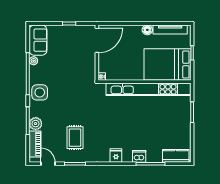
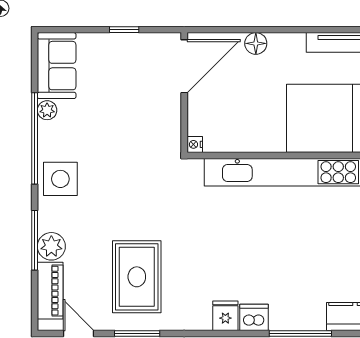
floor lamp: (147, 30) -> (256, 43), moved
rug: (75, 138) -> (137, 277), width x1.36, depth x1.43
dishwasher: (139, 156) -> (254, 317), moved

